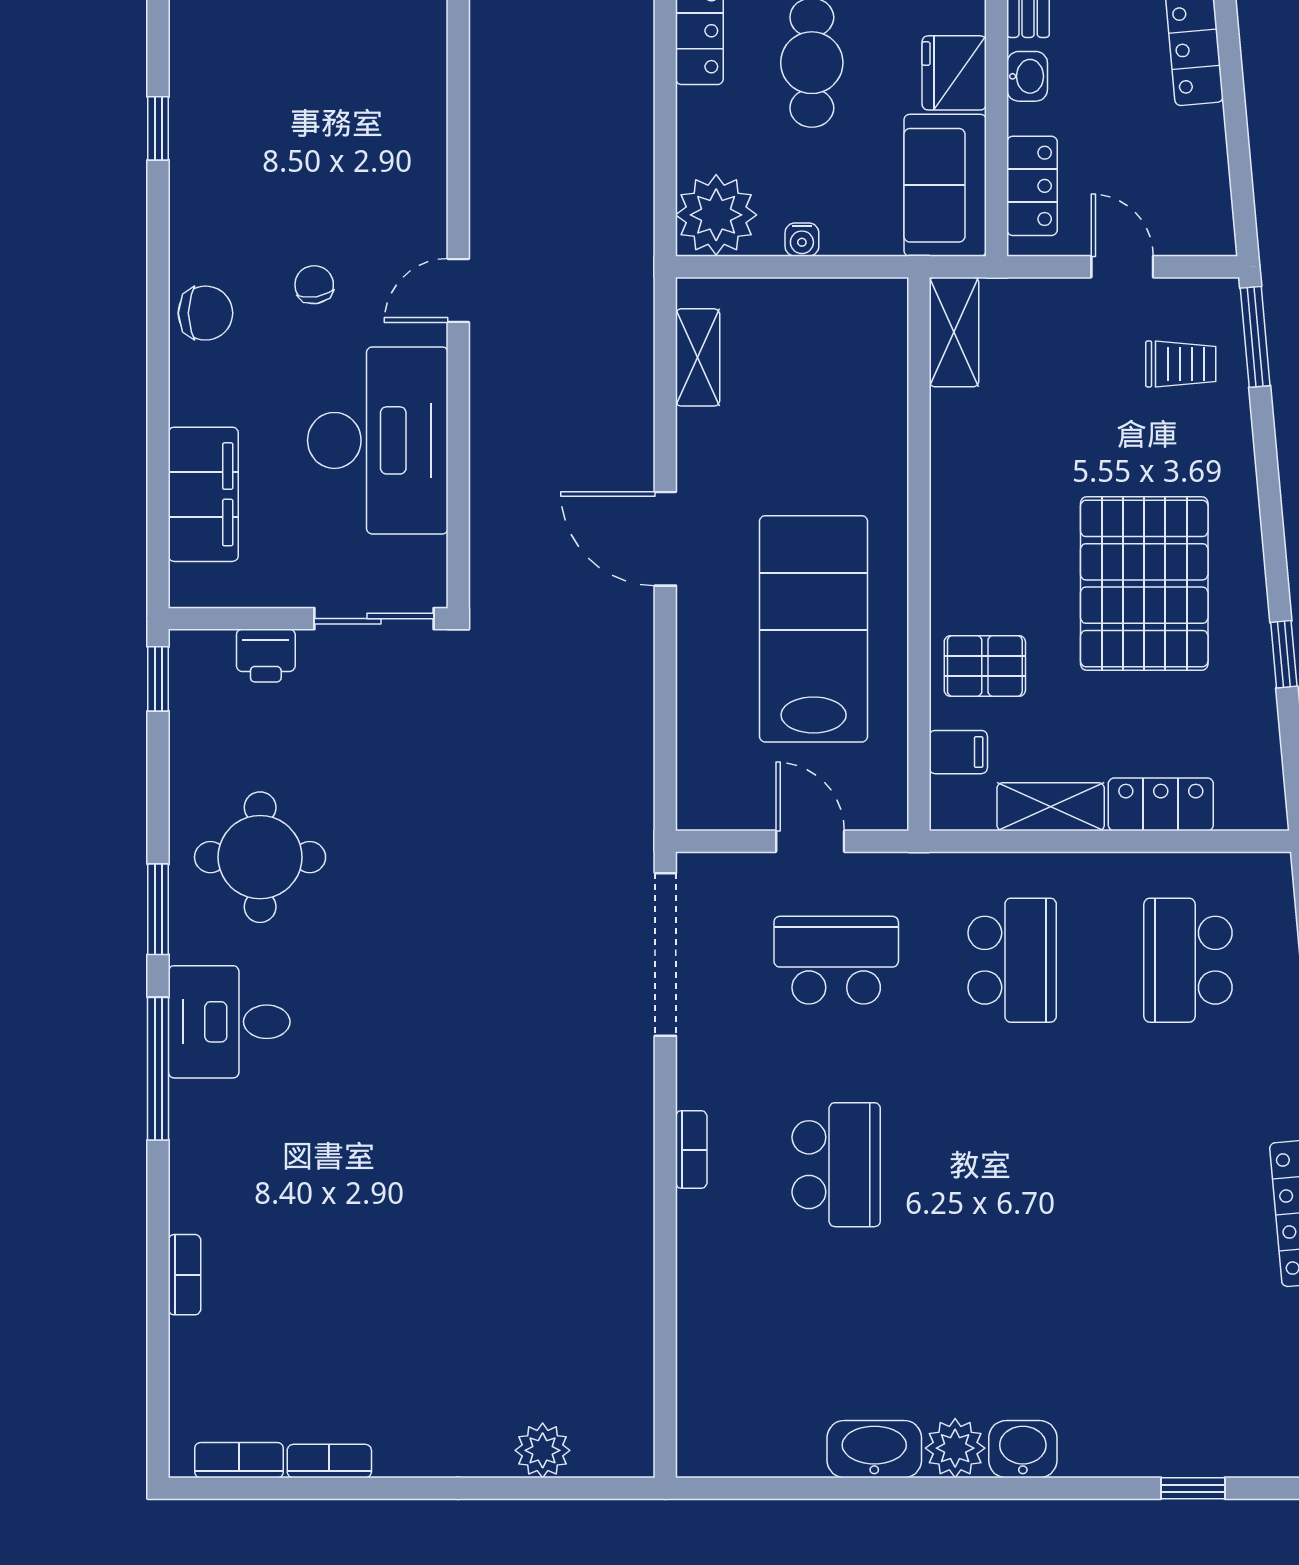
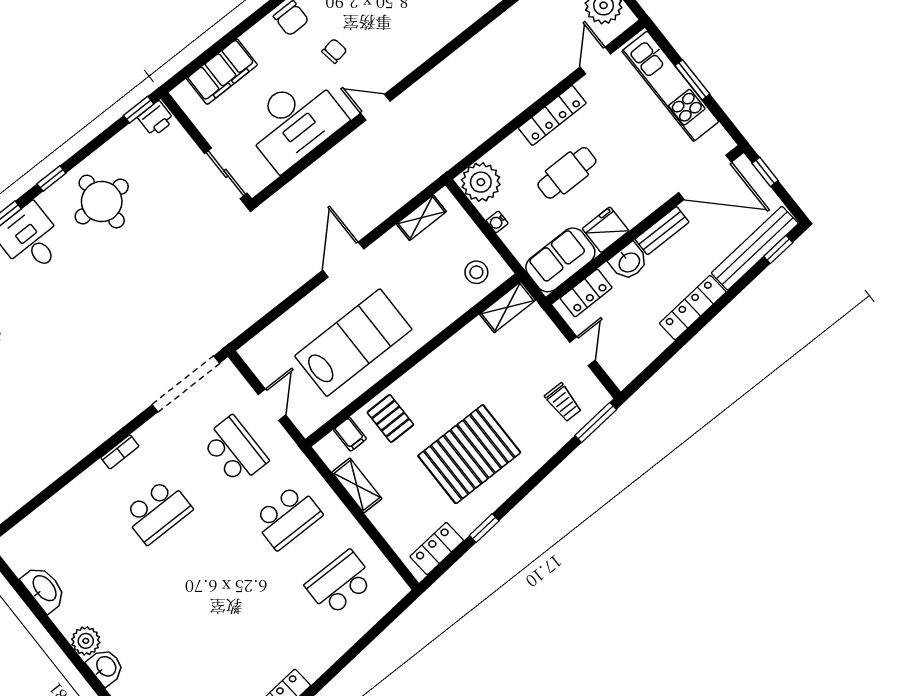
washbasin: (1027, 76) -> (629, 262), width x1.38, depth x1.45
stool: (857, 338) -> (476, 272), added
printer: (266, 656) -> (156, 119), moved, turned -90
locker: (1161, 804) -> (437, 549), moved, turned -95
window: (158, 909) -> (51, 179), width x0.67
washbasin: (874, 1449) -> (44, 589), moved

